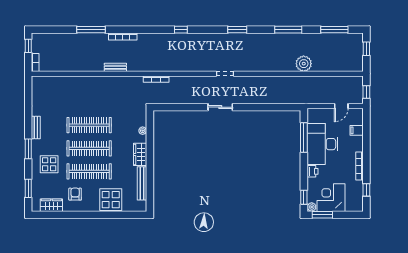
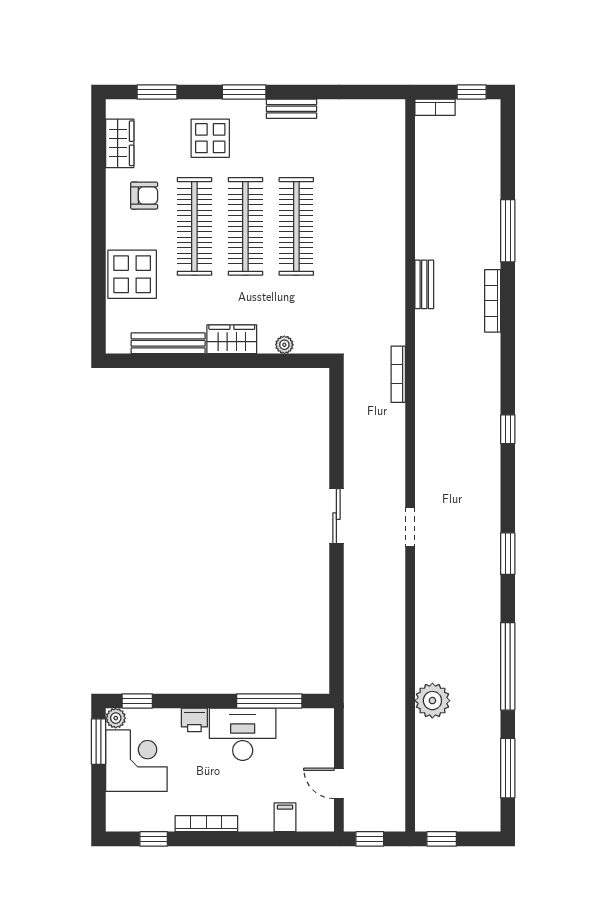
window: (288, 30) -> (508, 666), width x1.46
window: (366, 49) -> (442, 839), moved
desk: (323, 144) -> (243, 734), width x0.73, depth x0.77

